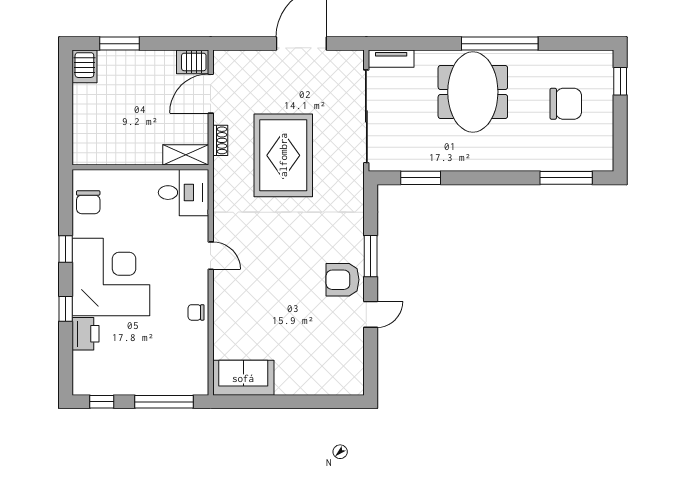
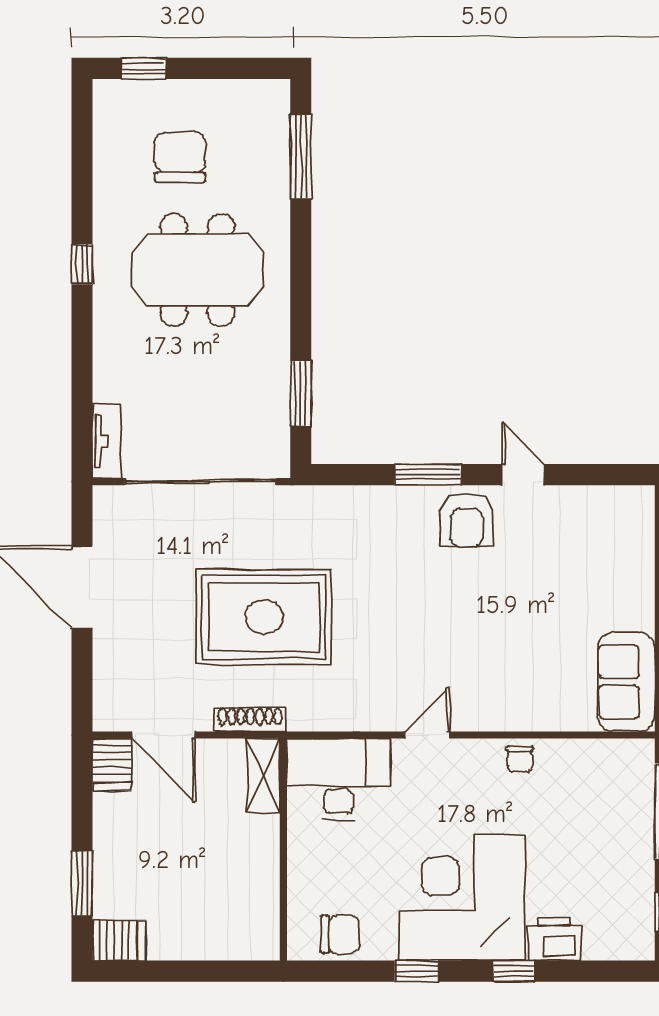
window: (500, 44) -> (82, 264), width x0.32
meeting table: (473, 92) -> (197, 270), moved
shoe rack: (220, 140) -> (250, 720), width x1.43
desk: (183, 193) -> (339, 779), width x1.37

